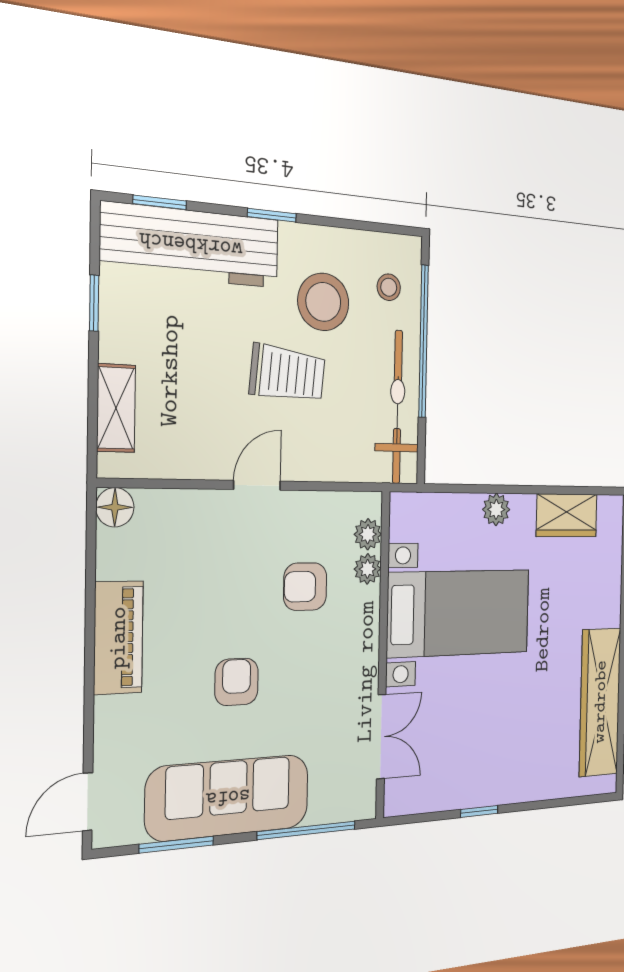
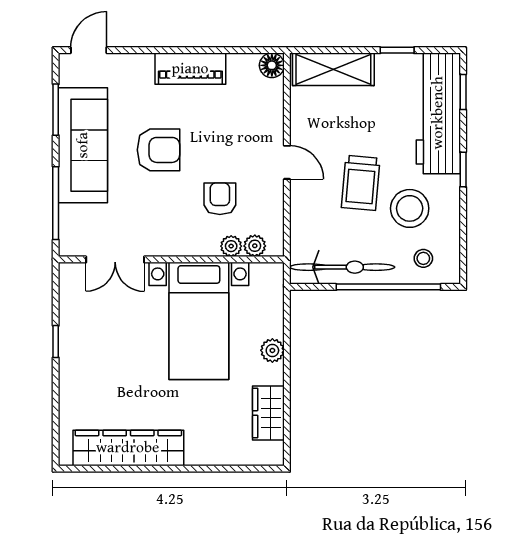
shelving: (116, 408) -> (333, 69), width x1.50, depth x1.33
armchair: (237, 682) -> (158, 150), width x1.38, depth x1.38
door: (88, 802) -> (89, 50), hinge flipped

